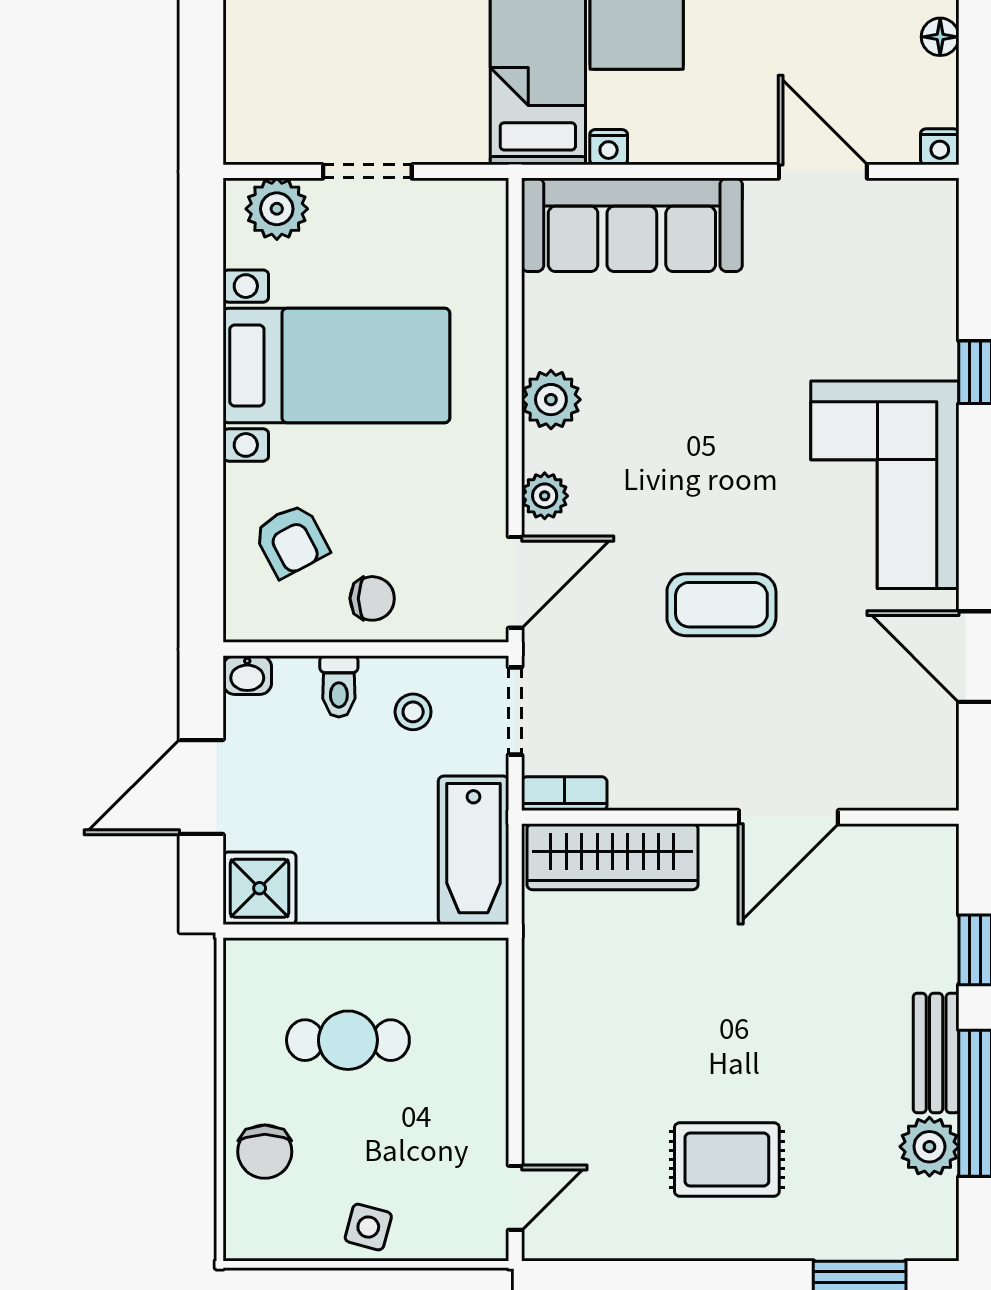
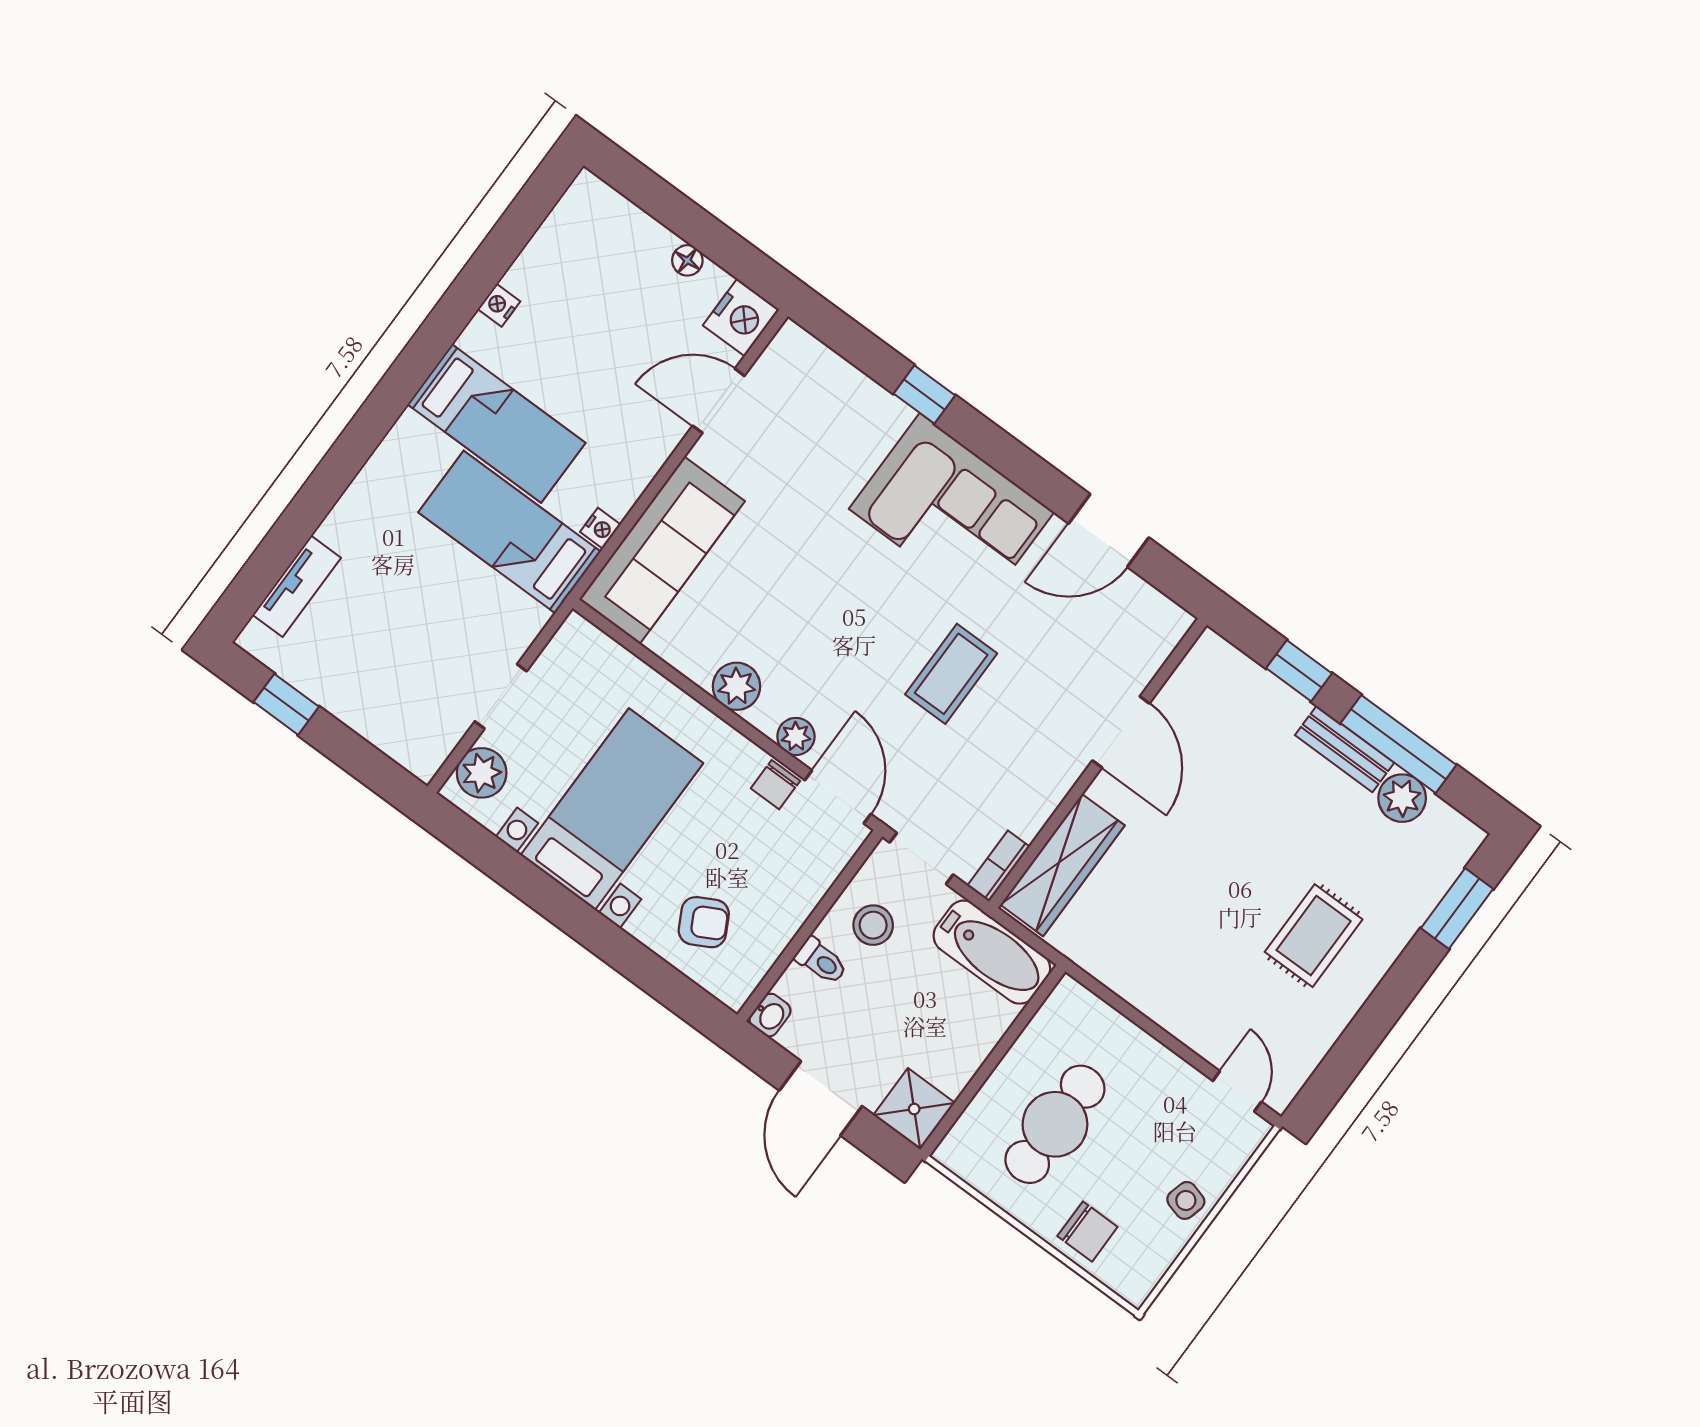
nightstand: (940, 147) -> (741, 317), width x1.89, depth x1.79
chair: (372, 598) -> (775, 785), moved, turned 180
stool: (413, 712) -> (873, 925), width x1.37, depth x1.37
cafe table: (348, 1040) -> (1055, 1124), width x1.37, depth x1.35

